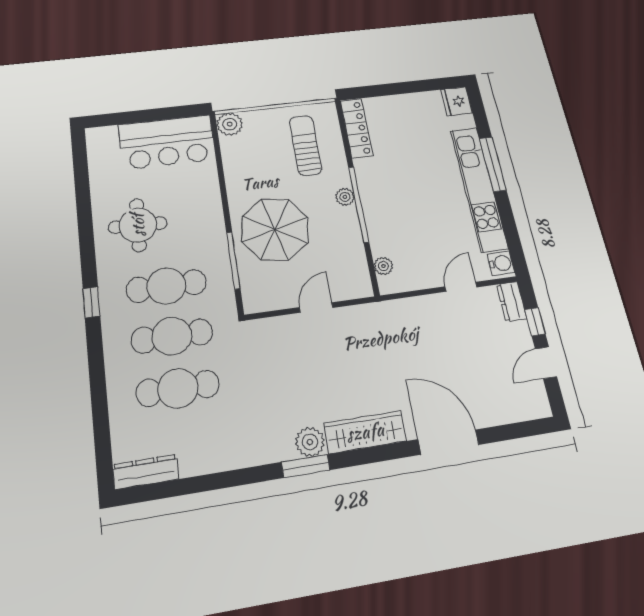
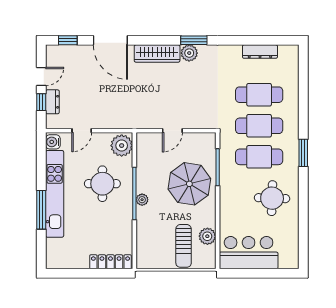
fridge: (457, 101) -> (54, 259), removed
plant: (230, 124) -> (207, 236), moved
locker: (357, 128) -> (110, 262), moved, turned 90
sun lounger: (306, 145) -> (184, 246), moved
round table: (411, 212) -> (102, 184), added
plant: (383, 266) -> (122, 146), width x1.87, depth x1.87
window: (91, 302) -> (303, 153), width x1.50
dresser: (512, 302) -> (52, 102), moved
window: (519, 430) -> (68, 40), added
dresser: (146, 472) -> (260, 52), moved

